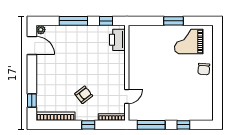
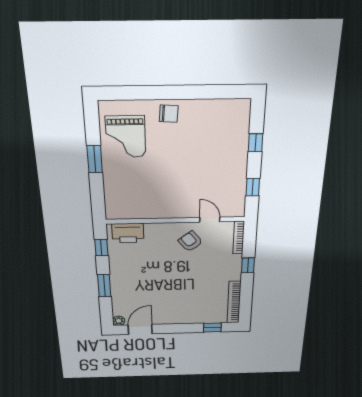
window: (73, 21) -> (104, 286), width x0.69
armchair: (84, 95) -> (190, 241), moved
window: (151, 125) -> (253, 187), width x0.46

